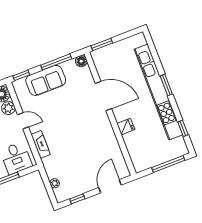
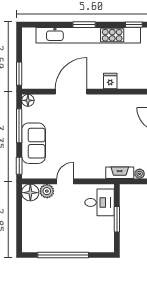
fireplace: (41, 144) -> (120, 173), moved

